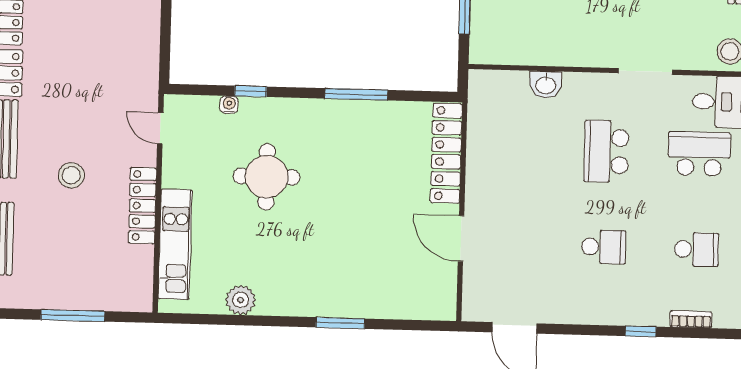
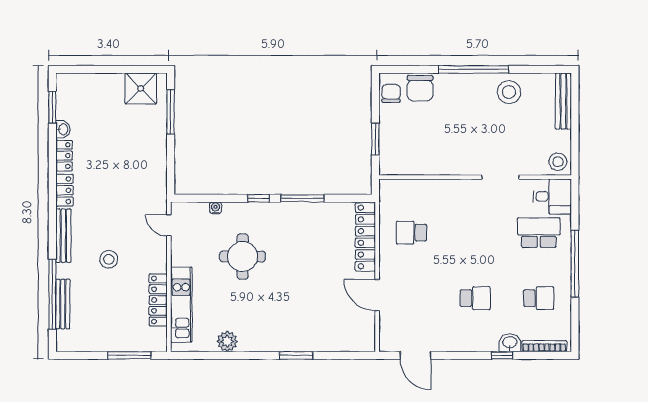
washbasin: (546, 85) -> (510, 343), moved, turned 180
window: (251, 91) -> (258, 198), moved
school desk: (606, 151) -> (411, 233), moved, width x0.54
locker: (142, 206) -> (158, 300), moved
window: (73, 316) -> (129, 355), moved
bookcase: (691, 319) -> (544, 346), width x1.56

